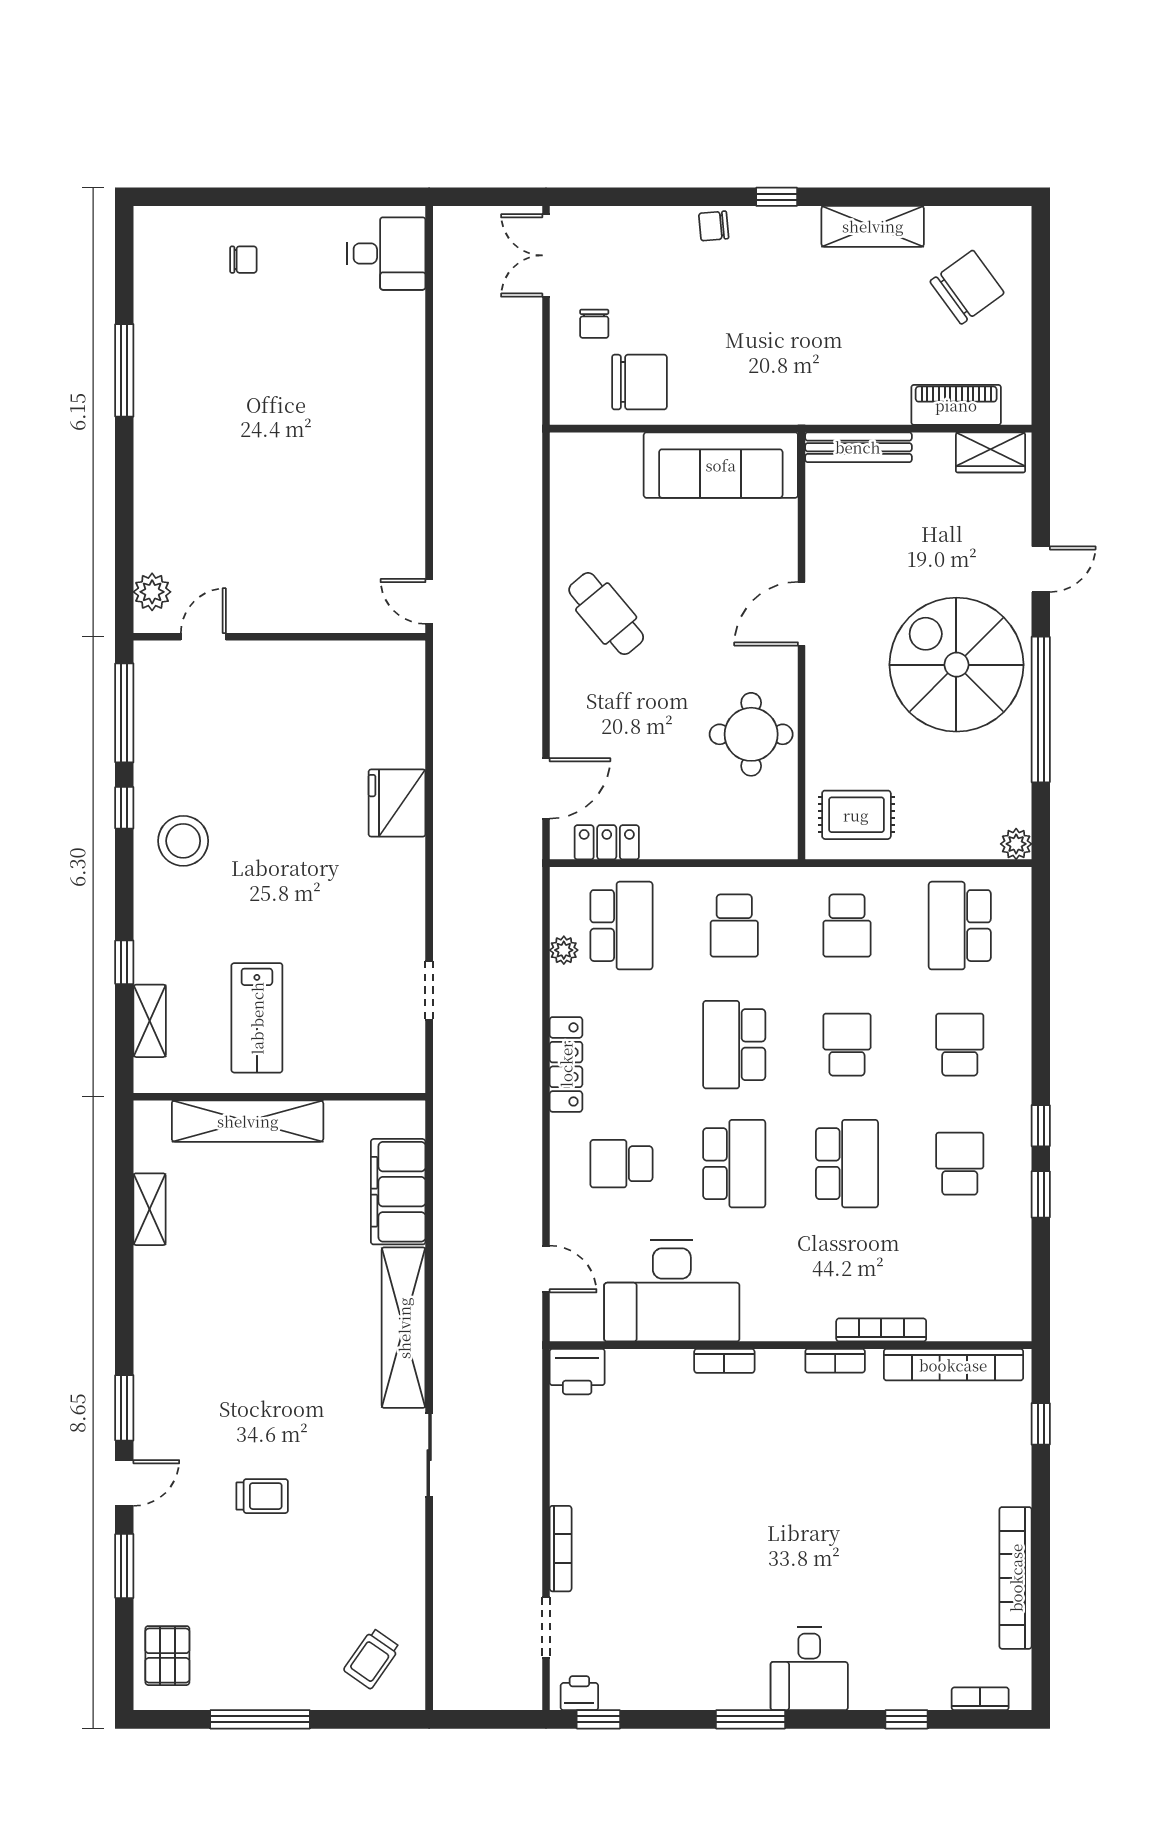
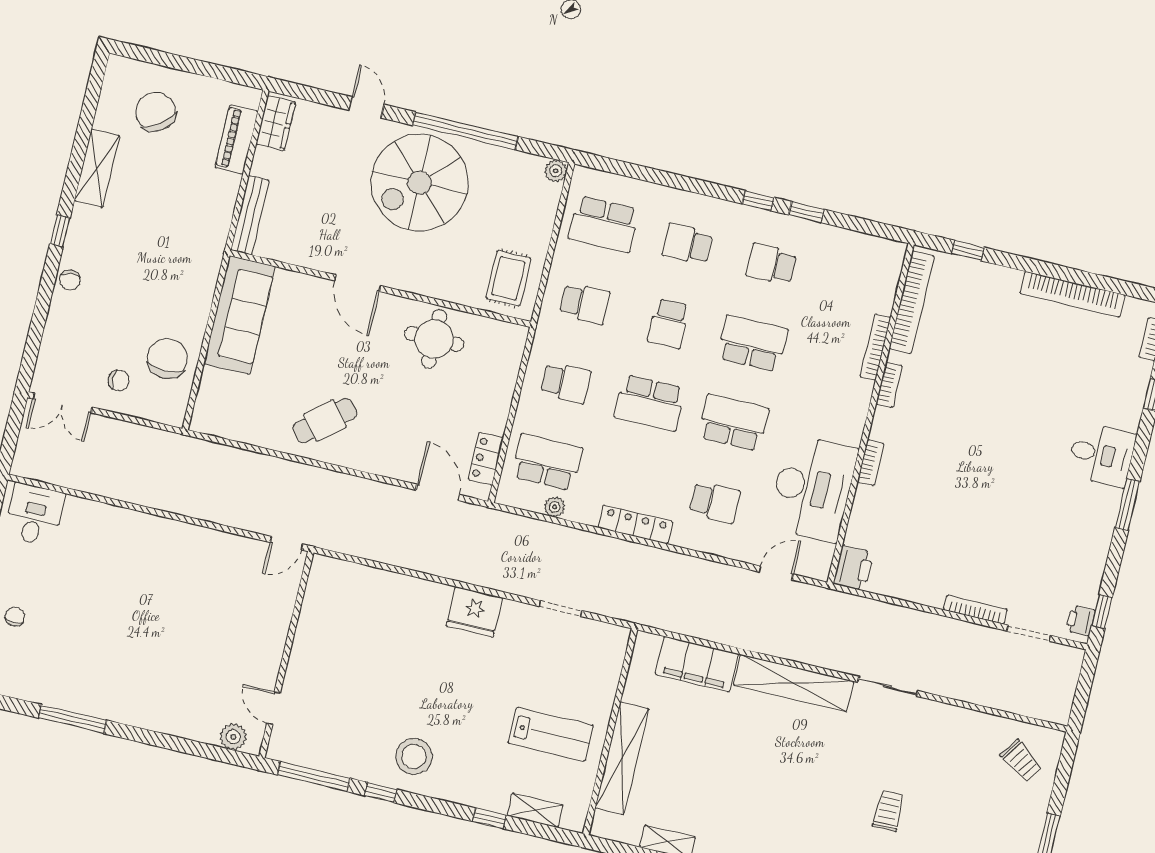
fridge: (397, 803) -> (474, 612), moved
school desk: (847, 1045) -> (669, 323), turned -90
school desk: (621, 1164) -> (715, 502), turned -90

